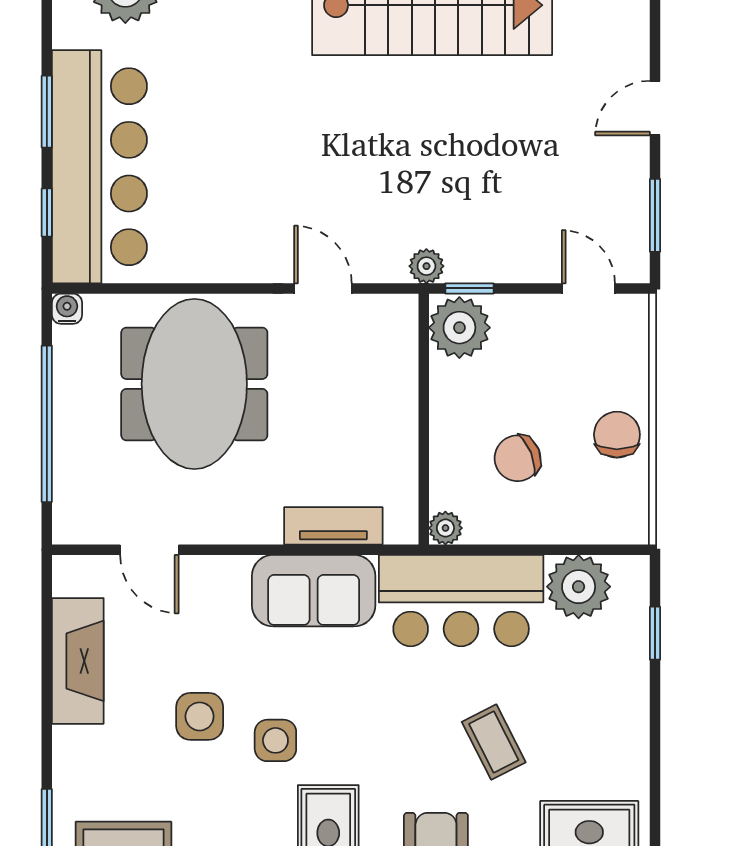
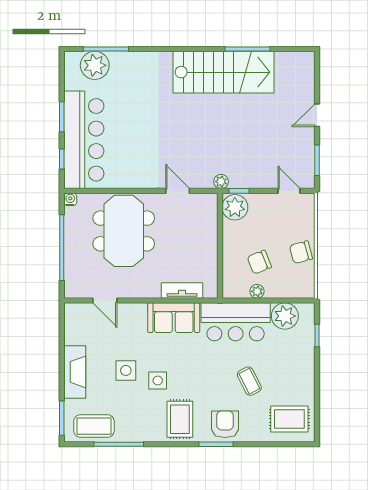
chair: (617, 435) -> (301, 252), turned -105
plant: (445, 528) -> (257, 291), moved
fireplace: (78, 661) -> (75, 372), moved

